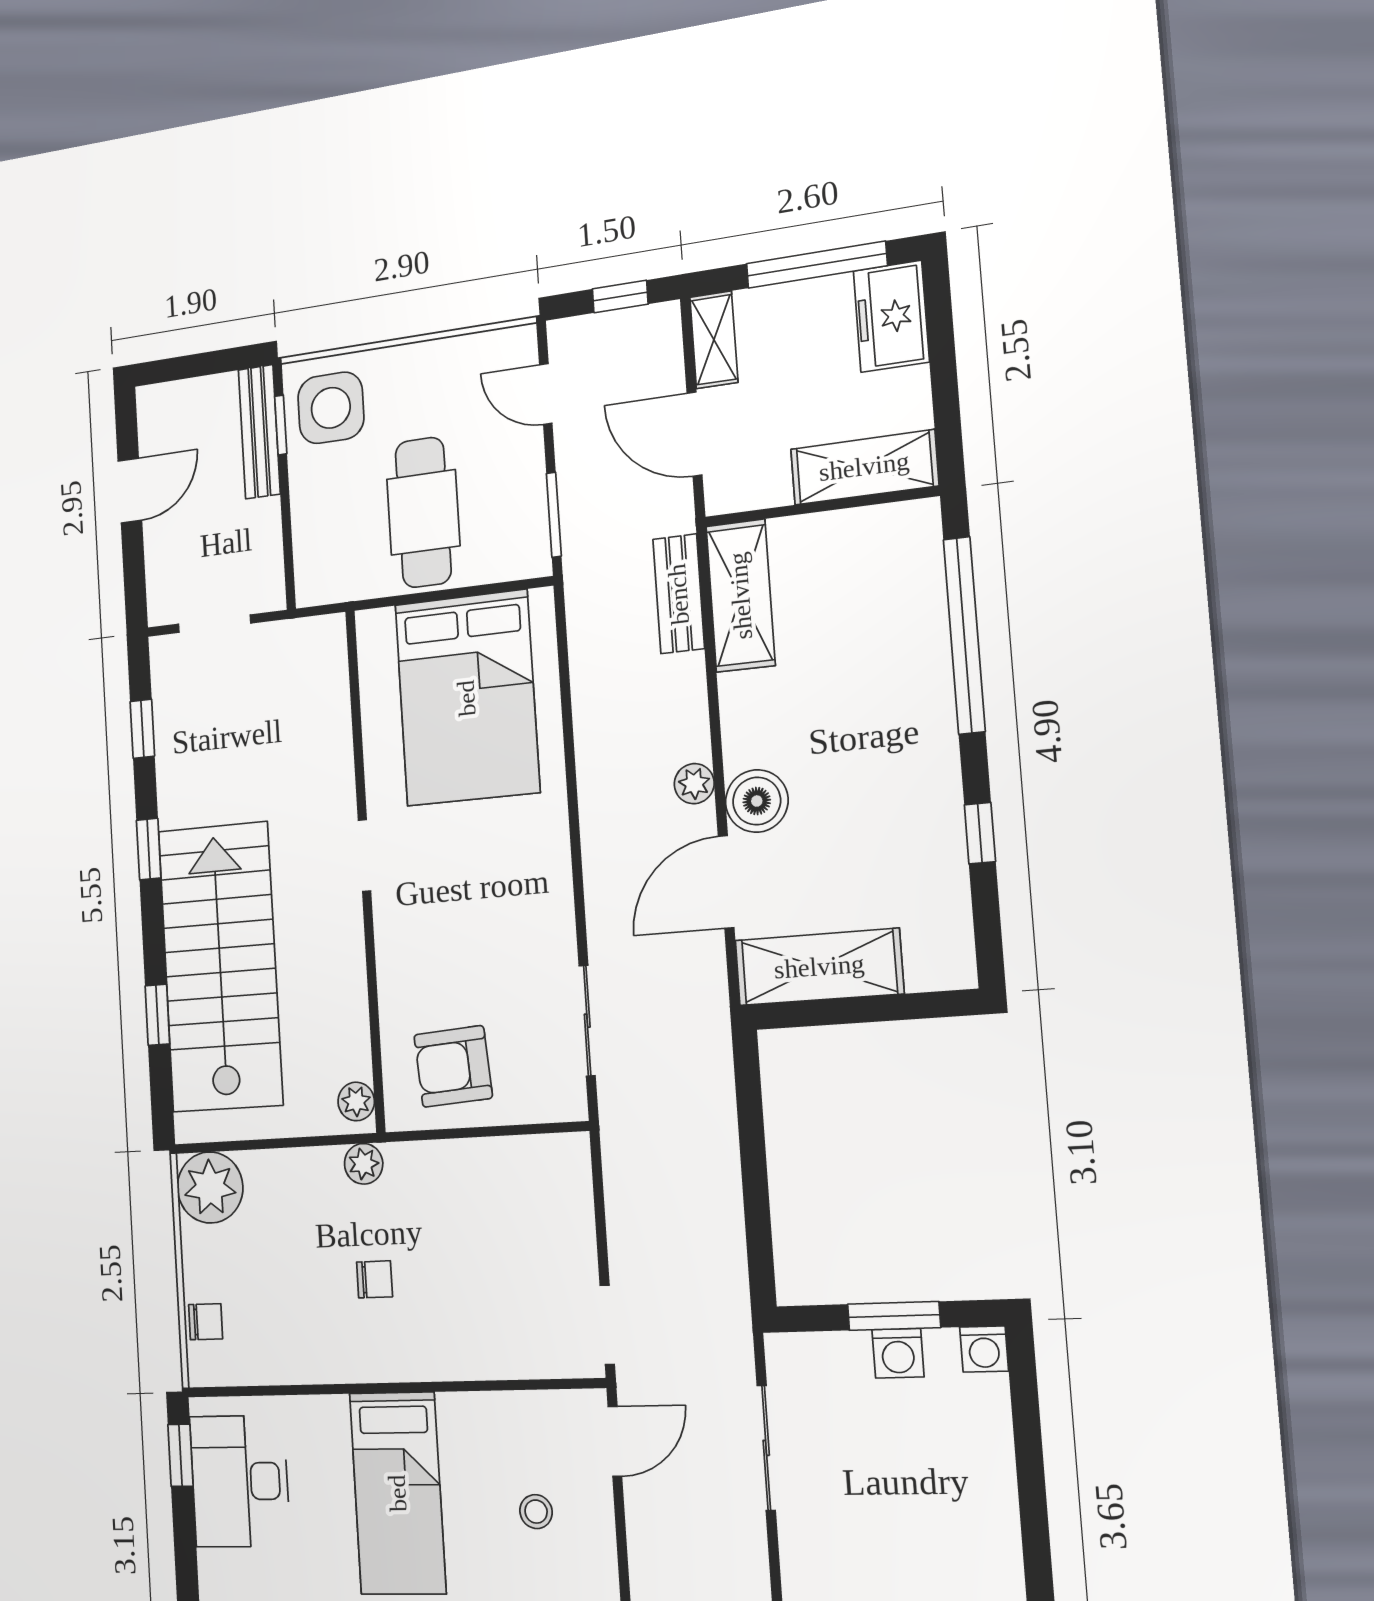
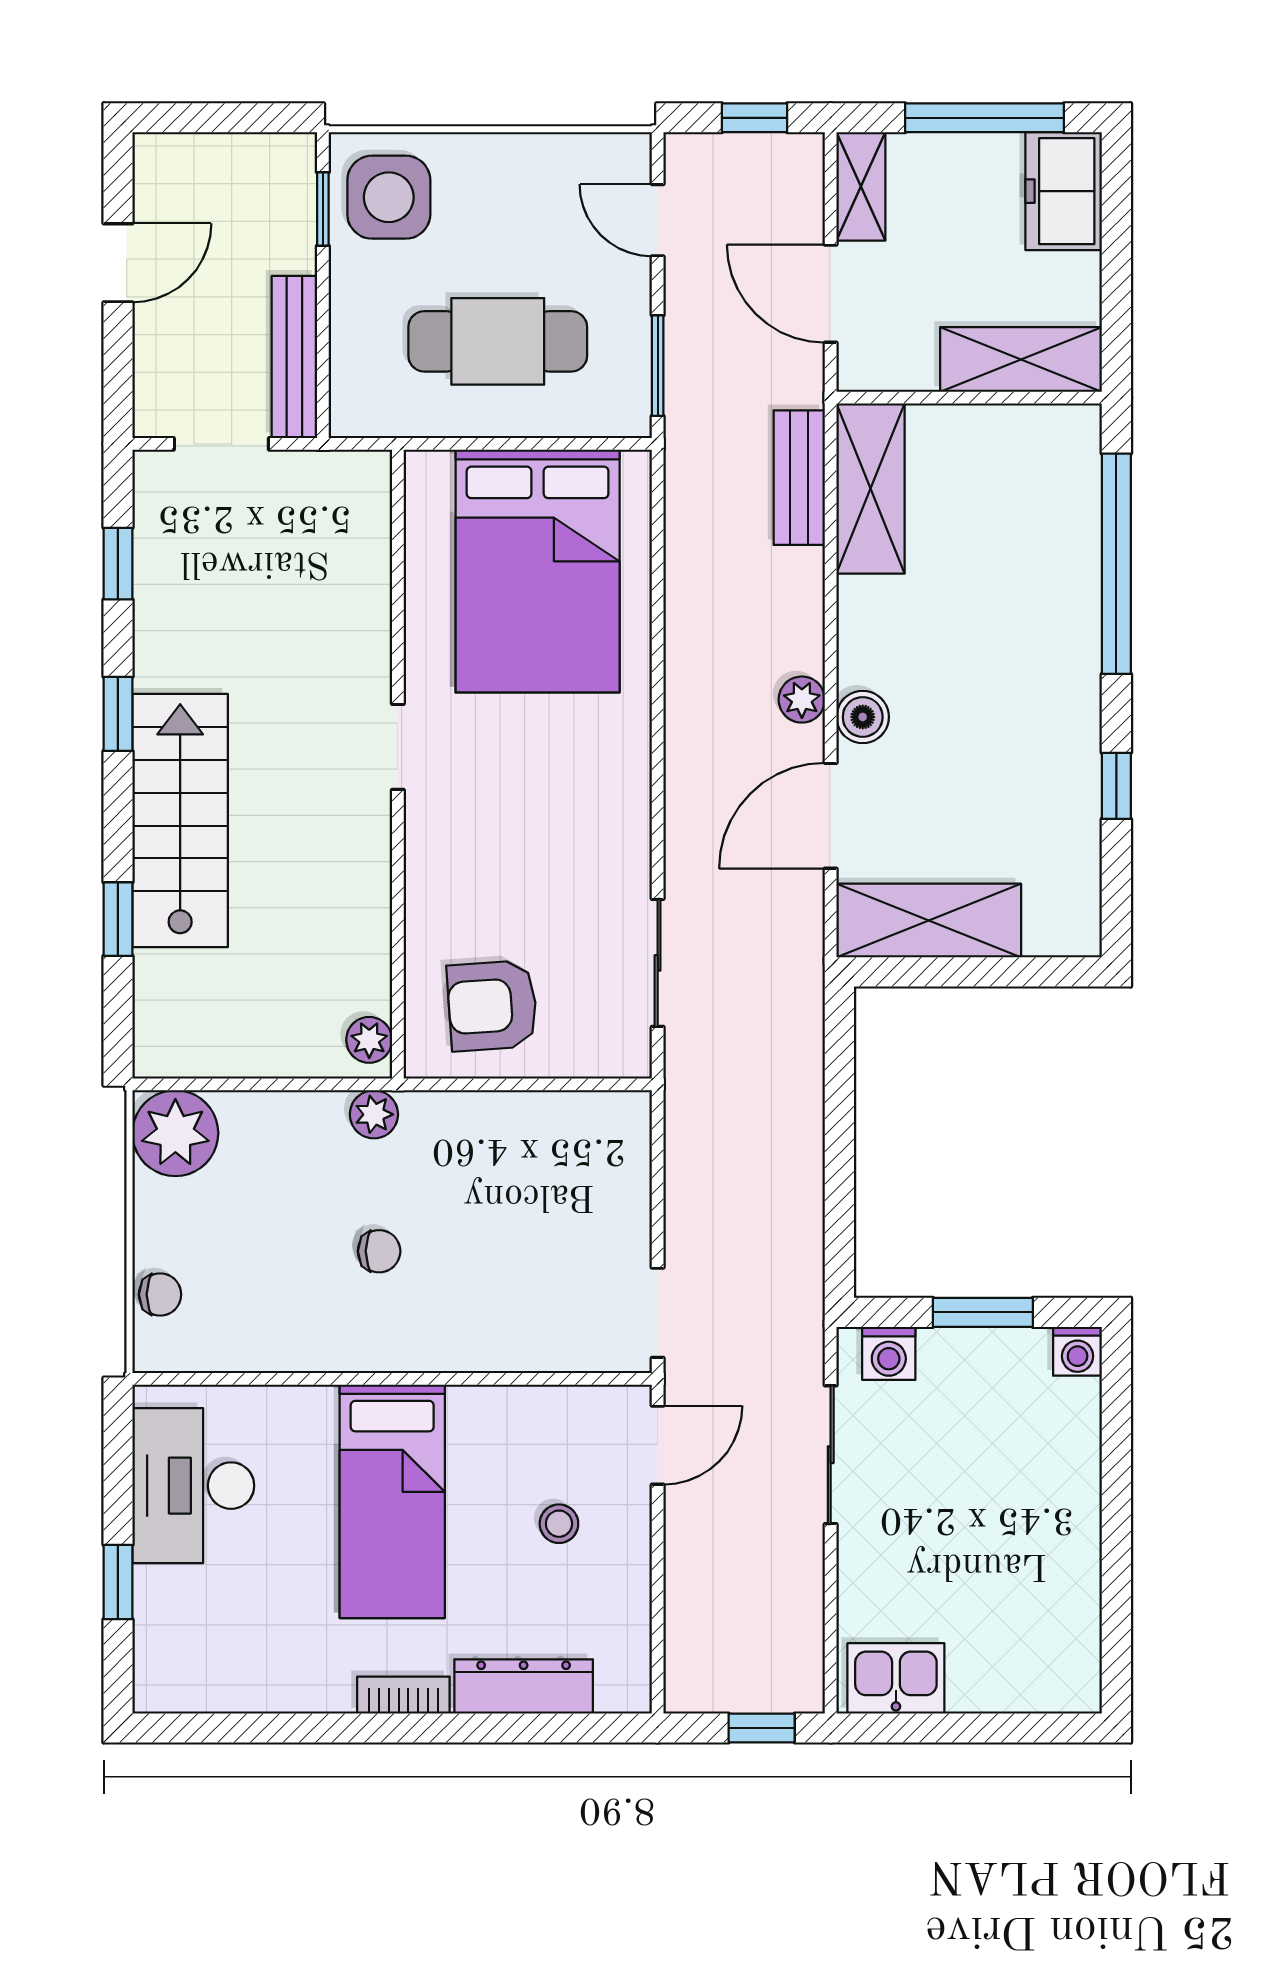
bench: (259, 432) -> (294, 357), moved
cafe table: (423, 512) -> (498, 341), turned 90
boiler: (757, 801) -> (863, 717), width x0.73, depth x0.73
stairs: (220, 967) -> (180, 821), width x0.73, depth x0.66
washing machine: (898, 1353) -> (889, 1353), moved
window: (180, 1455) -> (118, 1582), moved

